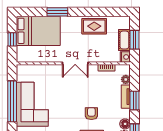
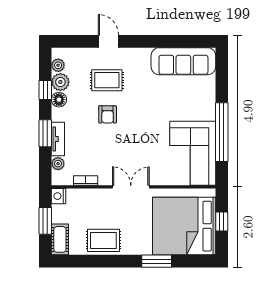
bed: (38, 31) -> (184, 226), width x1.36
cot: (124, 40) -> (60, 239), moved
corner sofa: (32, 104) -> (193, 153), moved

